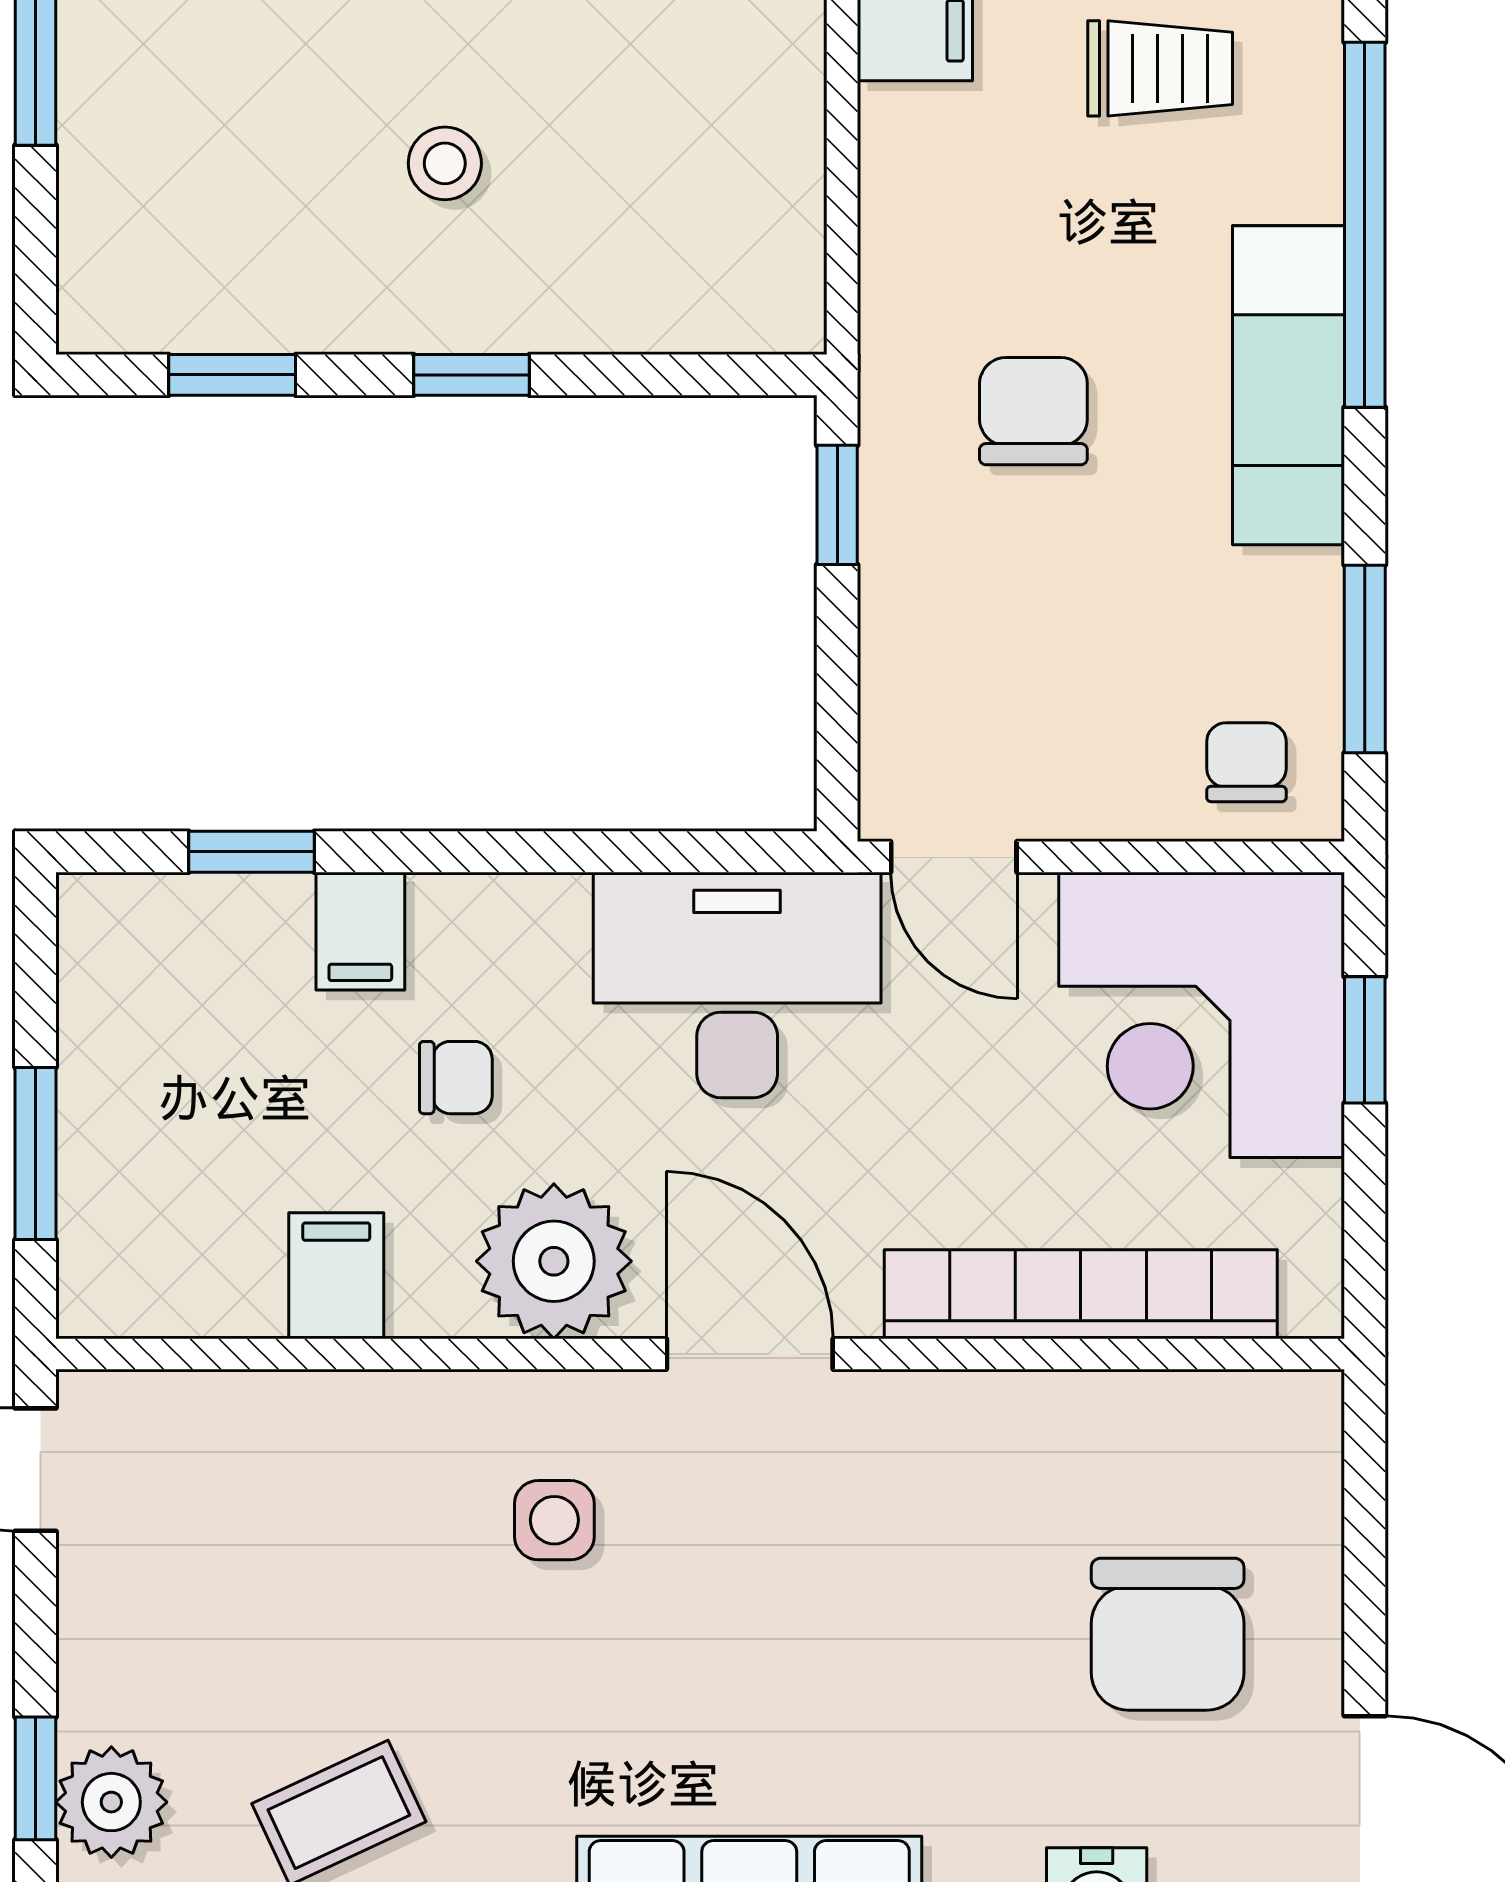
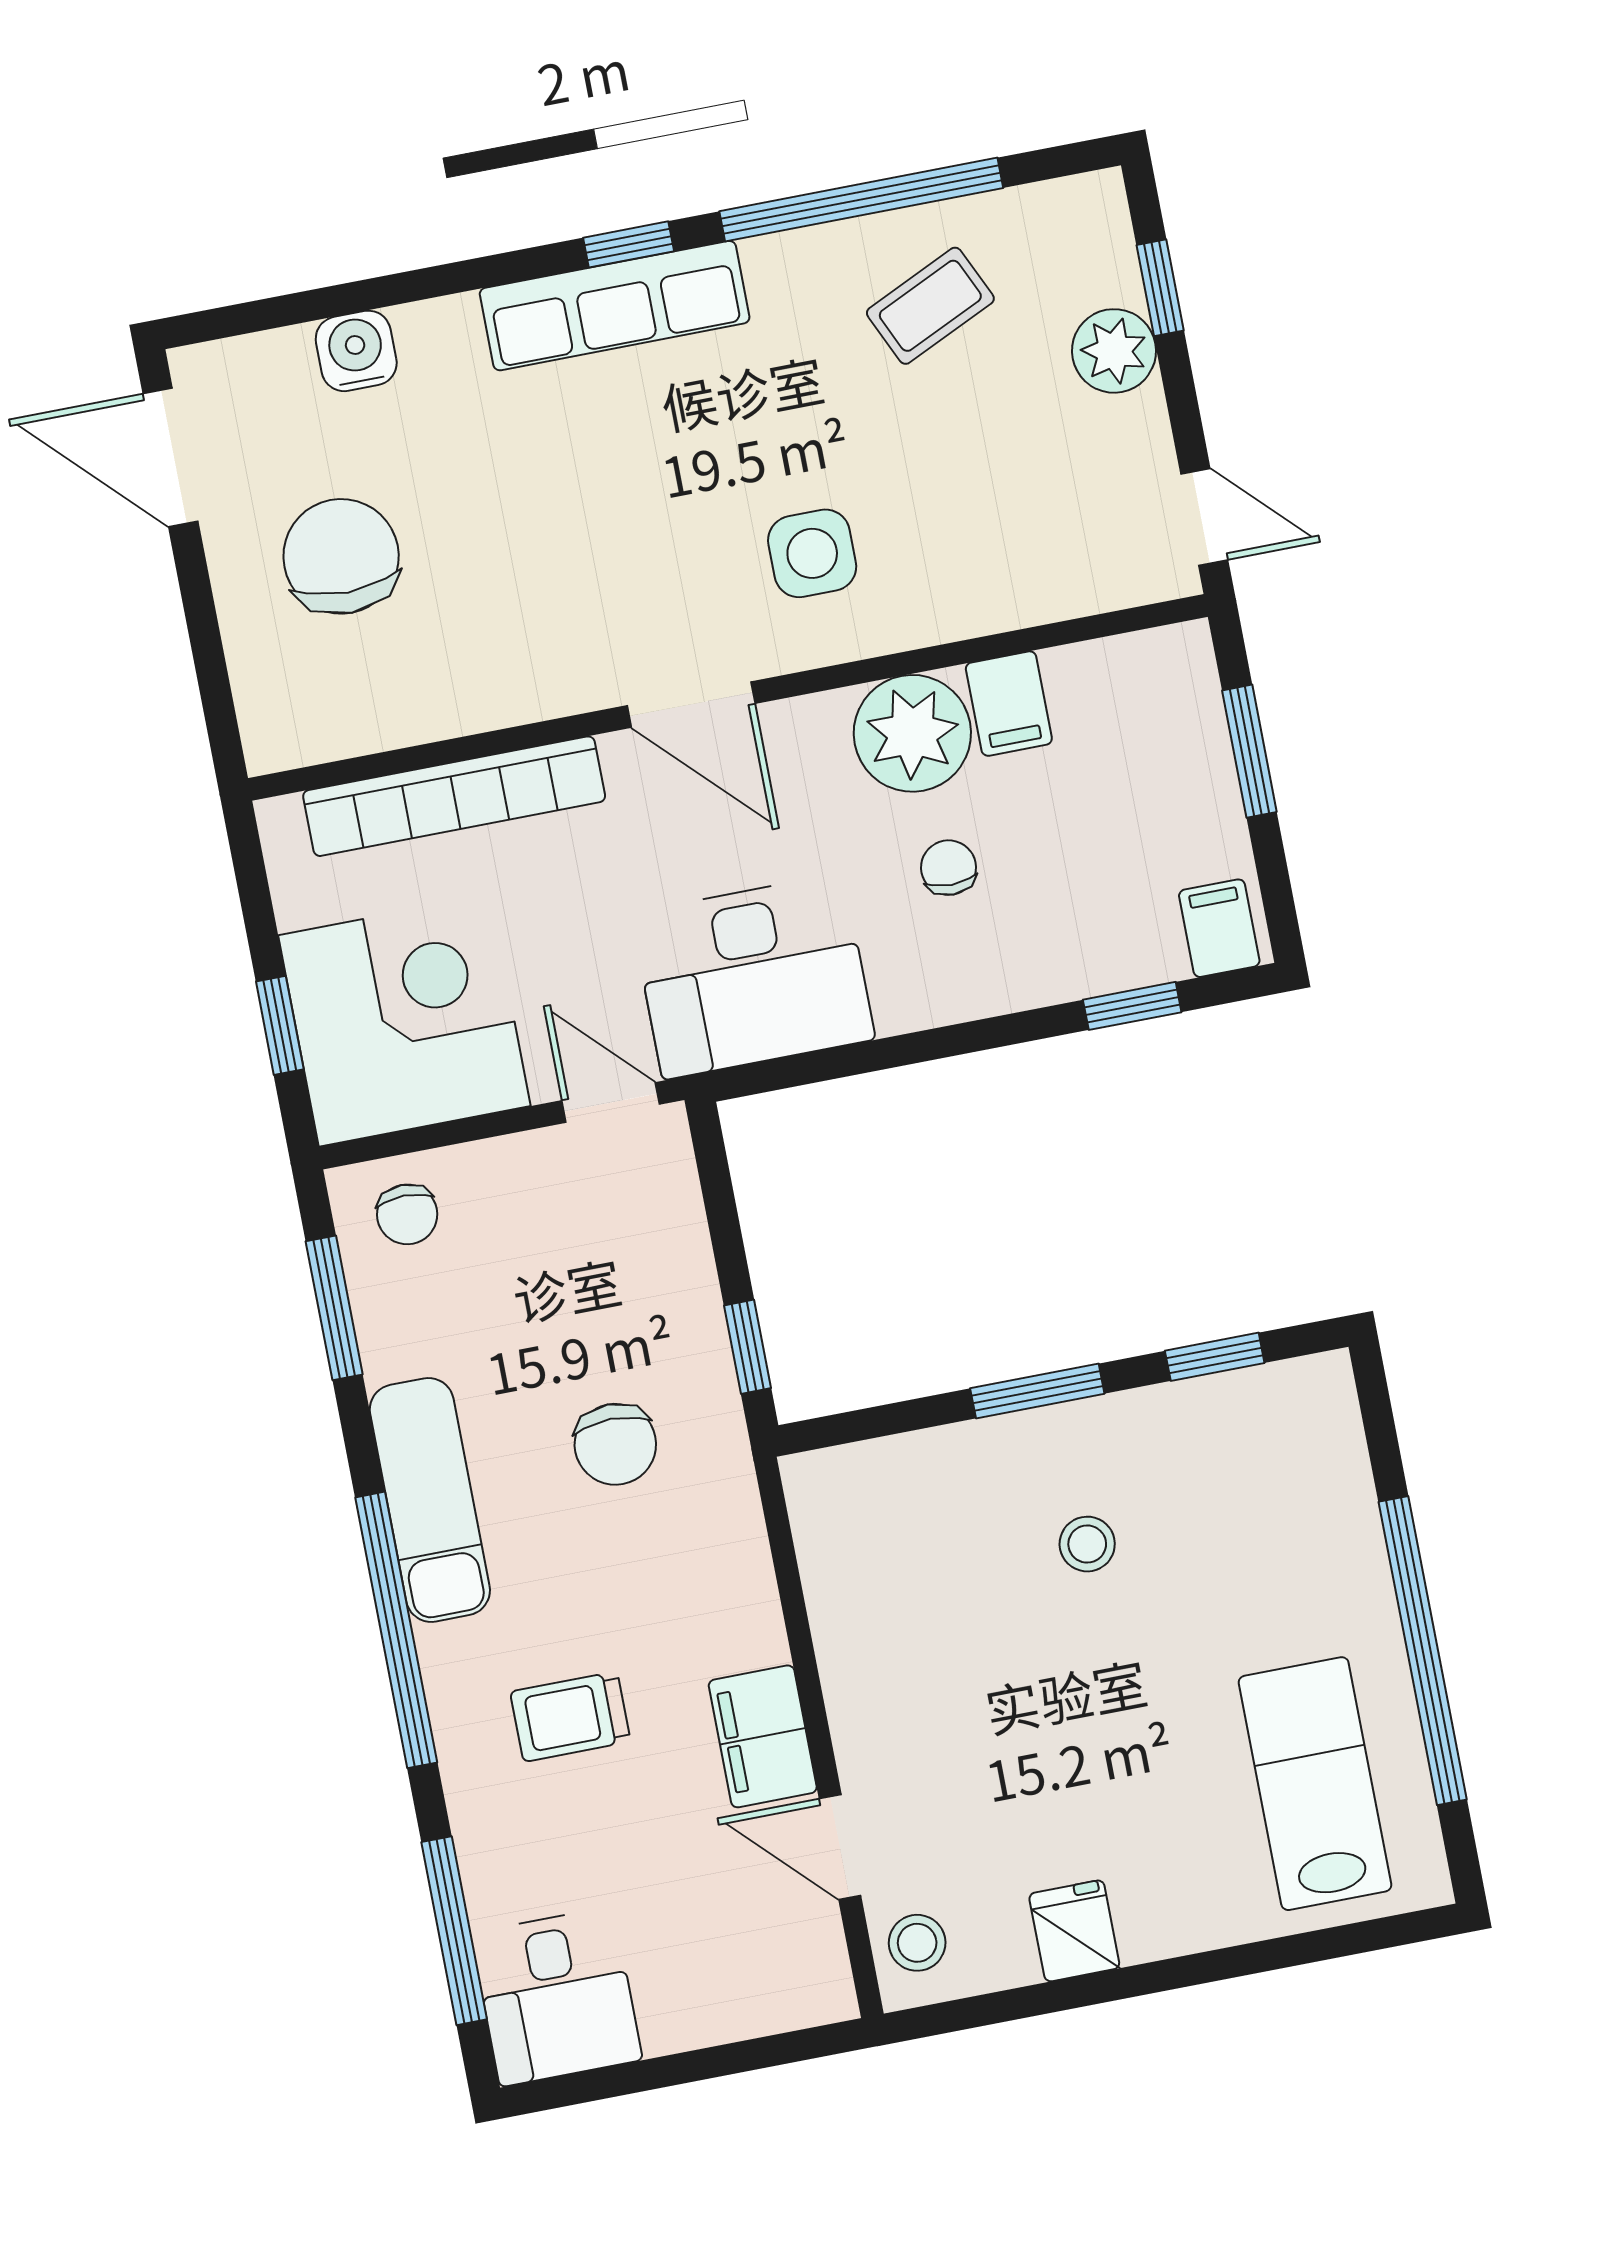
window: (471, 375) -> (1037, 1391), width x1.50
filing cabinet: (360, 931) -> (1219, 928), moved
chair: (456, 1078) -> (949, 868), turned 90
plant: (554, 1261) -> (912, 733), moved
side table: (554, 1520) -> (812, 553), width x1.37, depth x1.37
plant: (111, 1802) -> (1114, 351), moved

